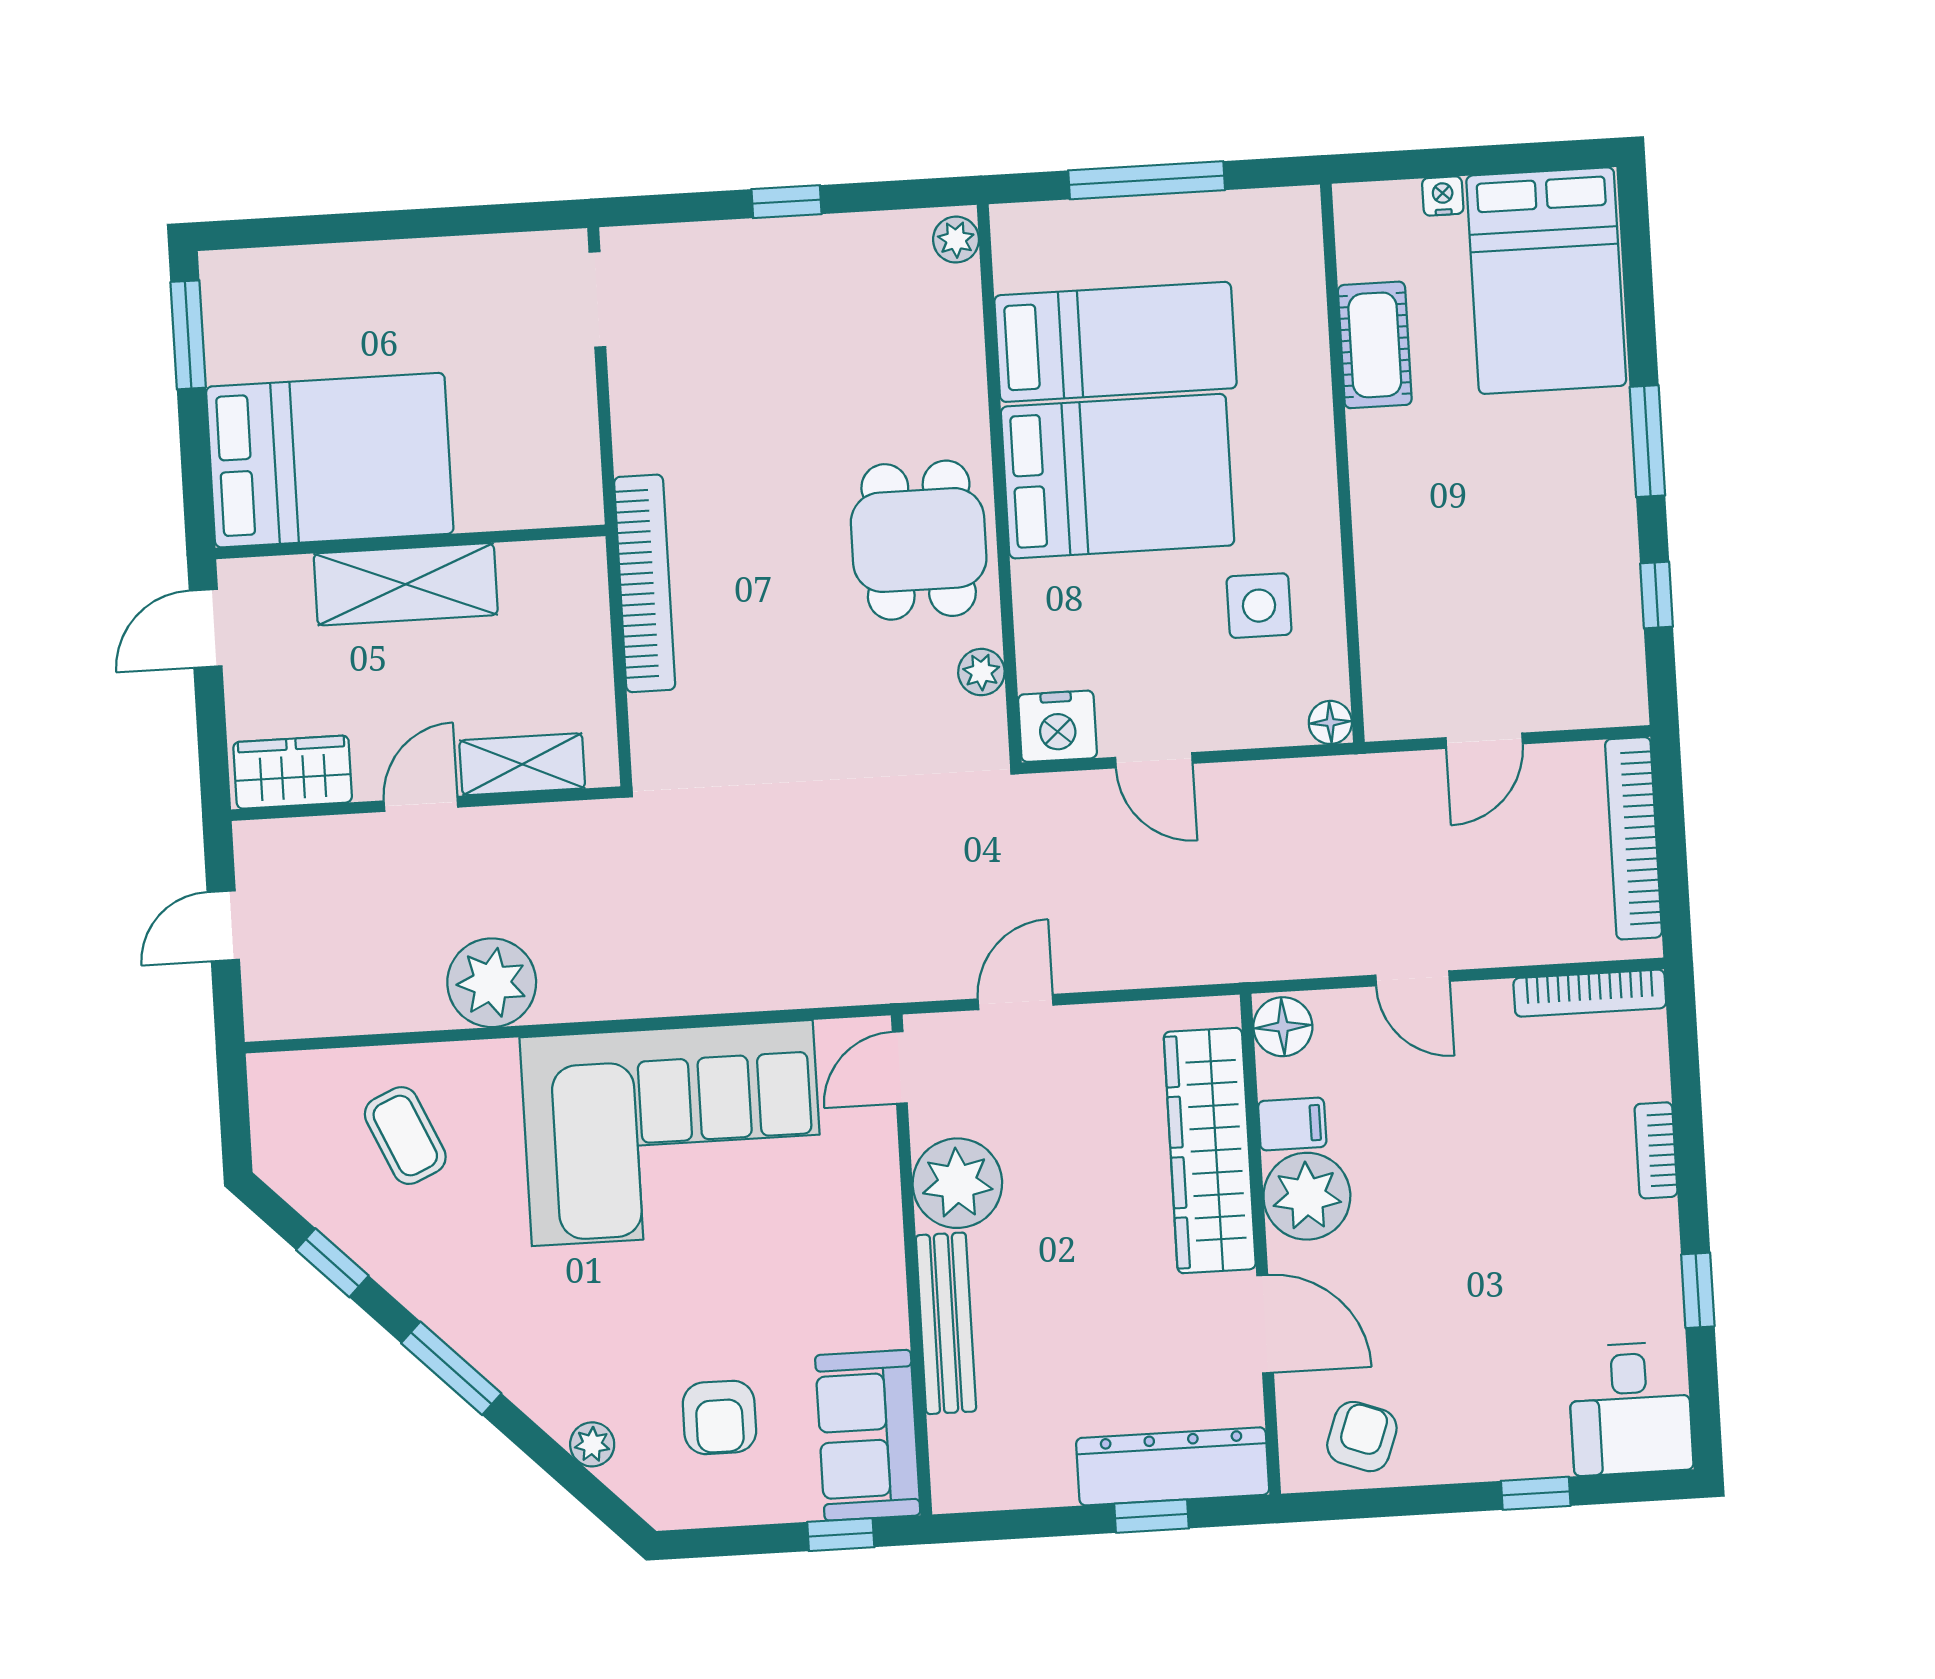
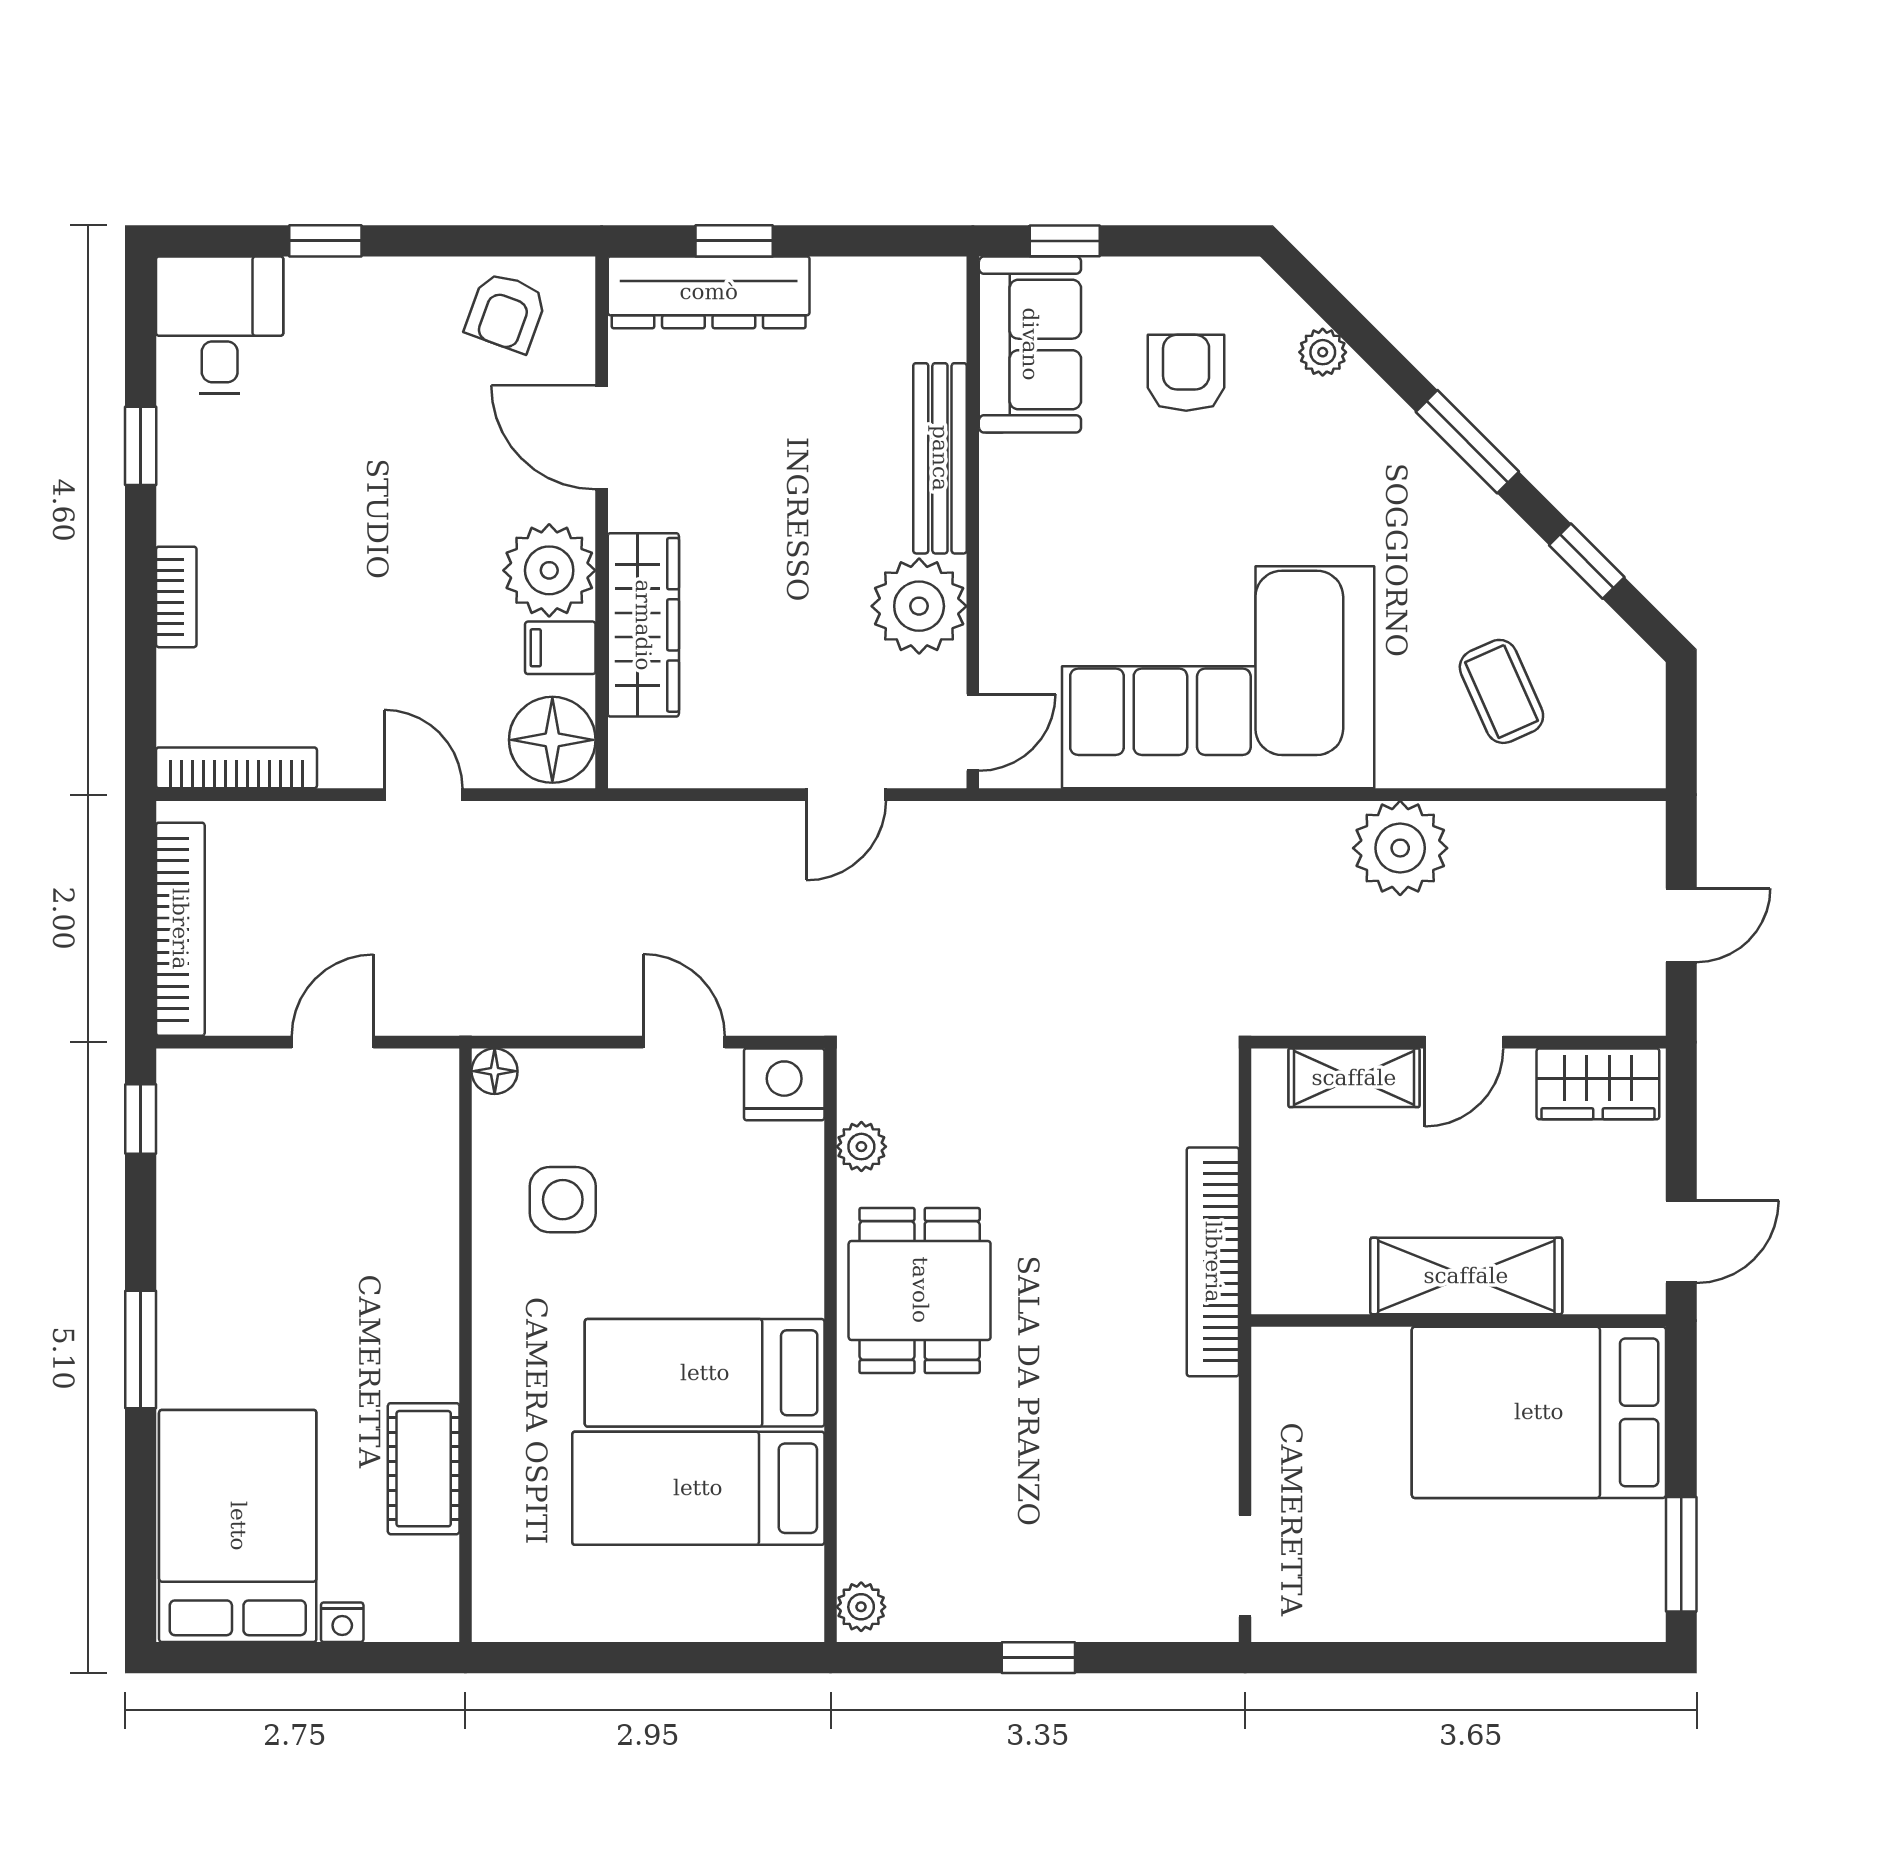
window: (1147, 180) -> (655, 1658), removed
bed: (1118, 476) -> (705, 1373), width x0.67
window: (1657, 595) -> (141, 1119), moved
floor lamp: (1283, 1027) -> (552, 740), width x1.38, depth x1.38
wardrobe: (1210, 1151) -> (643, 625), width x0.71, depth x0.85

